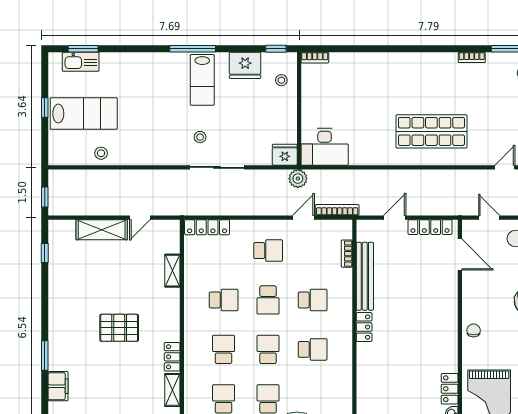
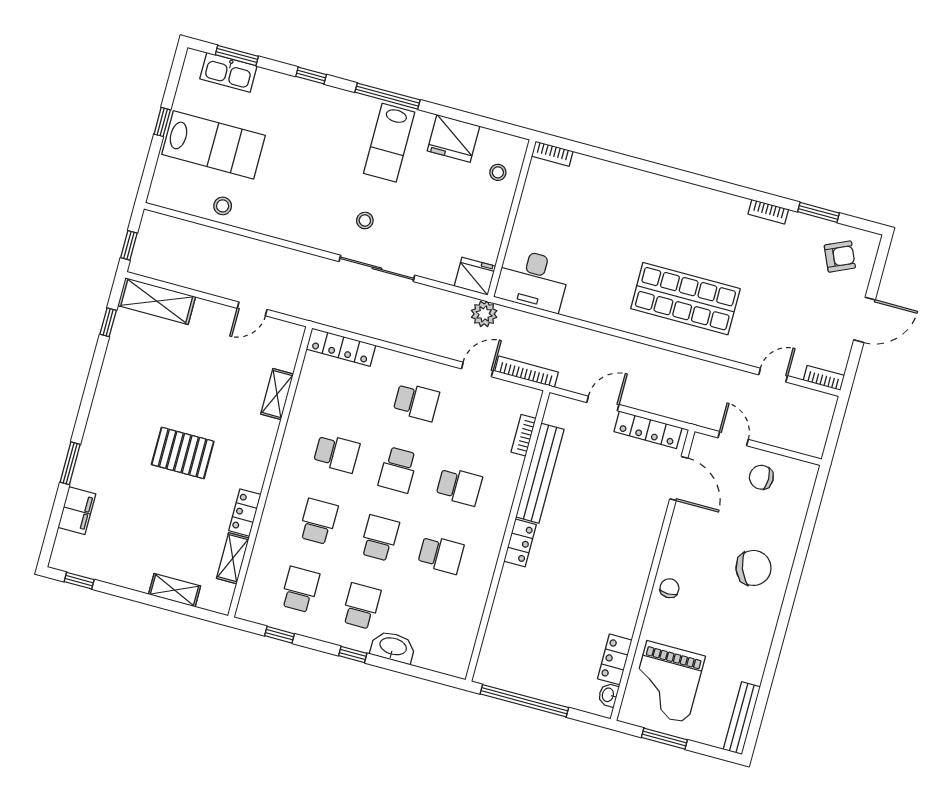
window: (276, 49) -> (311, 76), moved
shelving: (102, 230) -> (157, 301), moved

